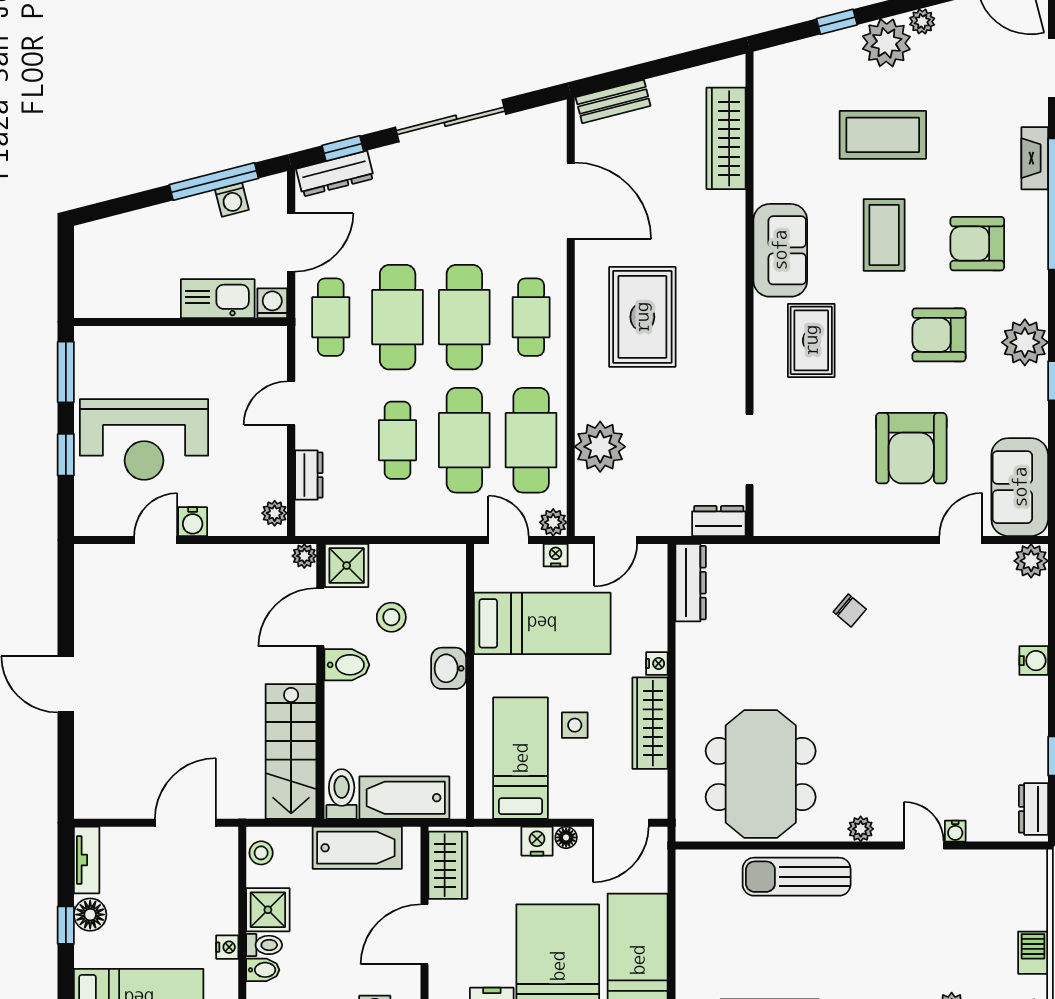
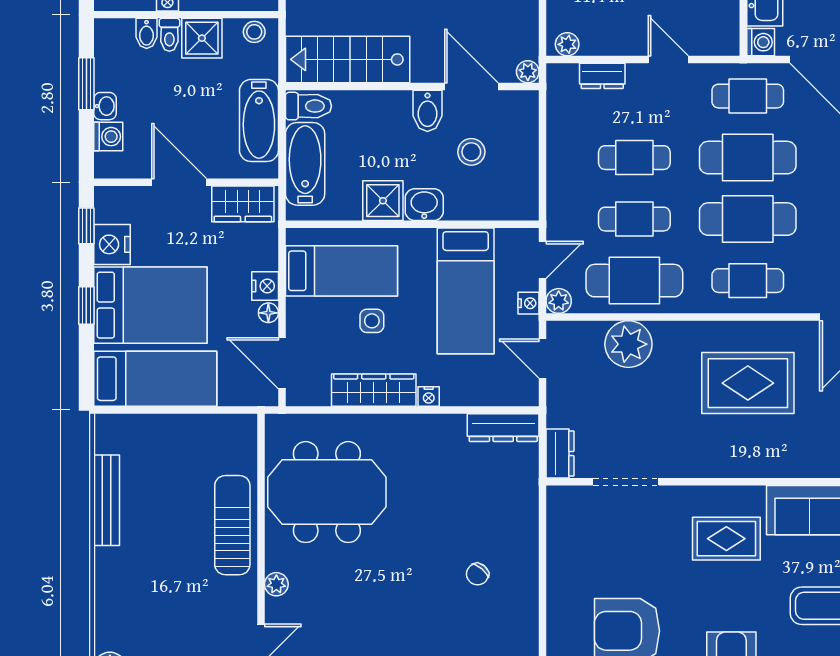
cafe table: (464, 440) -> (634, 219), width x0.73, depth x0.74
shower: (347, 566) -> (383, 201), moved

